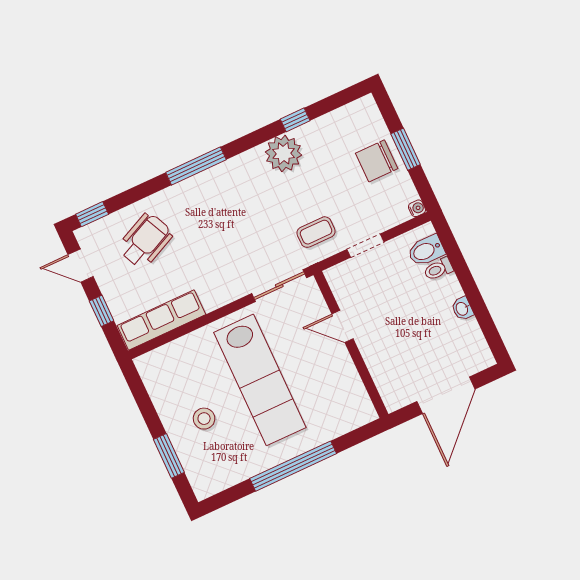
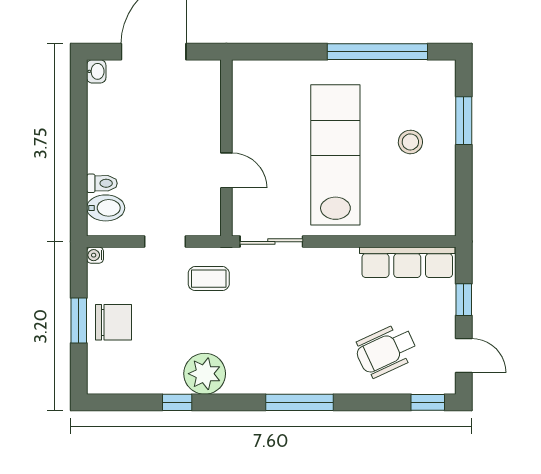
washbasin: (462, 309) -> (96, 71), moved
window: (293, 466) -> (377, 52), moved

